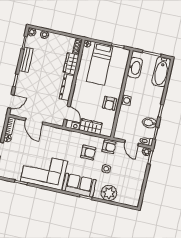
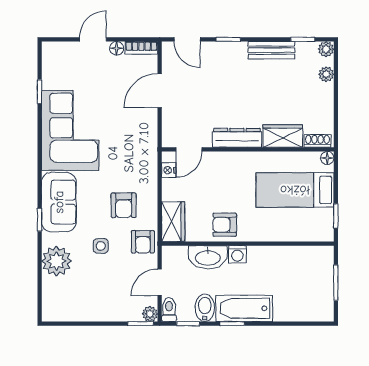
washbasin: (135, 68) -> (208, 257), moved
bathtub: (161, 72) -> (244, 308), moved
wardrobe: (91, 127) -> (173, 222), moved

